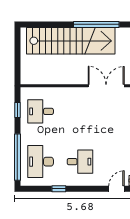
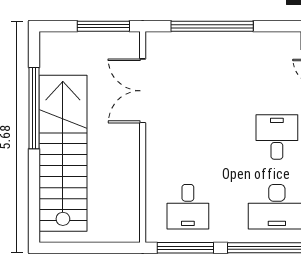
window: (17, 110) -> (185, 248), width x2.17

